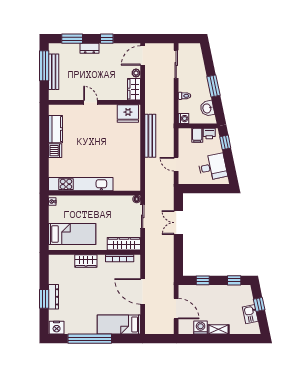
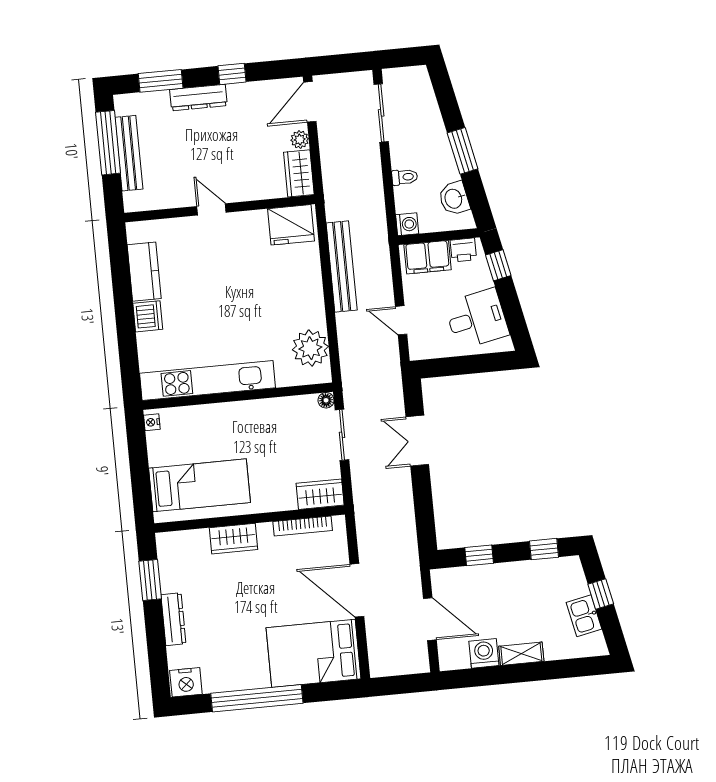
dresser: (89, 48) -> (198, 98), width x1.44
filing cabinet: (197, 135) -> (428, 257), width x2.00
plant: (132, 173) -> (310, 348), added
wardrobe: (124, 244) -> (320, 494), width x0.67
window: (44, 299) -> (150, 580), moved
bed: (119, 324) -> (313, 653), width x1.50

